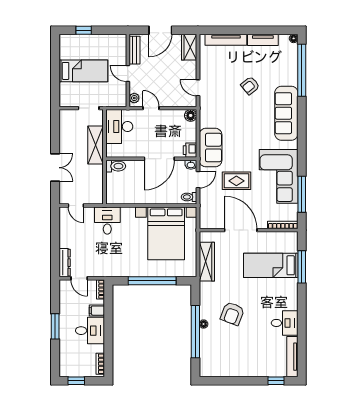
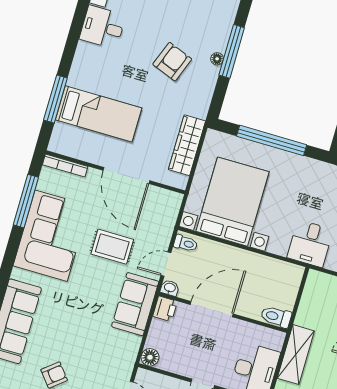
window: (195, 332) -> (232, 51), width x0.68

